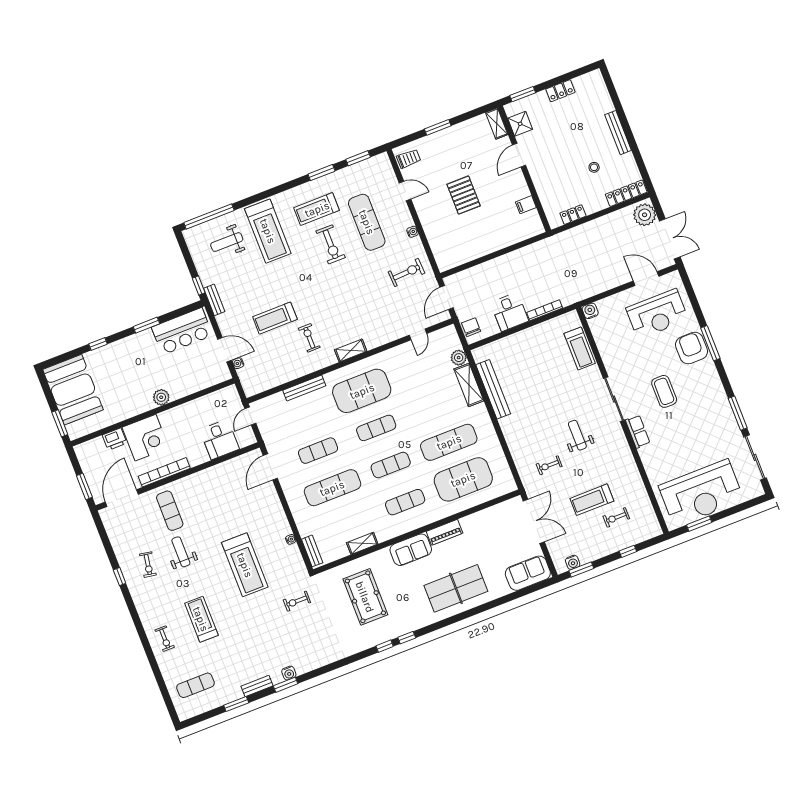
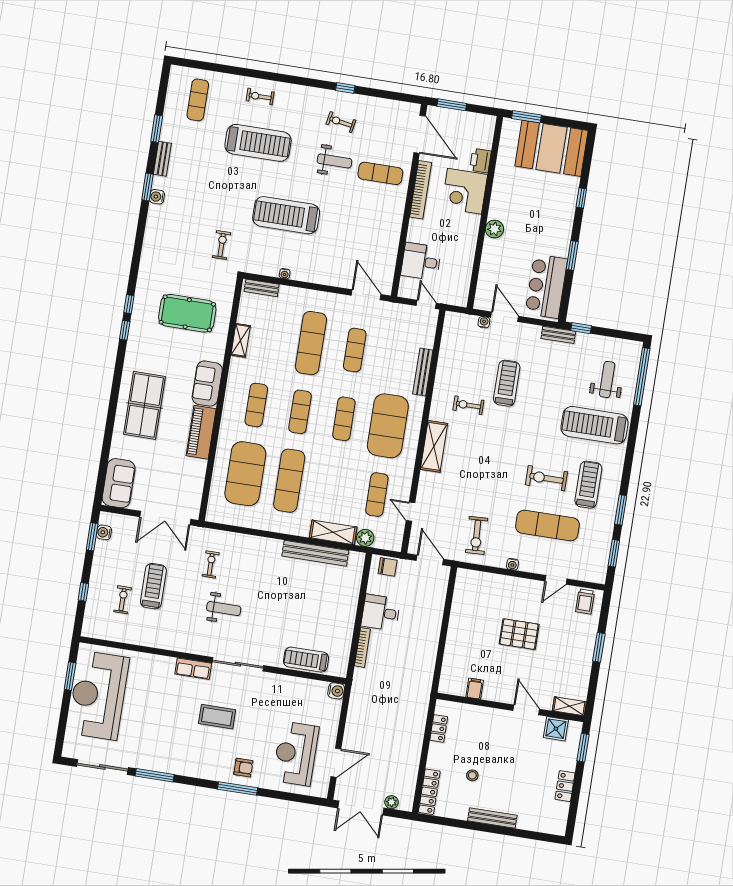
plant: (645, 215) -> (391, 802), width x0.53, depth x0.53
exercise bike: (309, 338) -> (468, 405), turned 180
armchair: (692, 348) -> (243, 768), width x0.53, depth x0.53
door: (225, 350) -> (505, 317), swing flipped
shelving: (351, 350) -> (434, 446), width x1.50, depth x1.33
exercise mat: (420, 368) -> (377, 495), added
piano: (444, 532) -> (201, 432), width x1.37, depth x1.33
treadmill: (201, 619) -> (258, 143), width x1.37, depth x1.38

